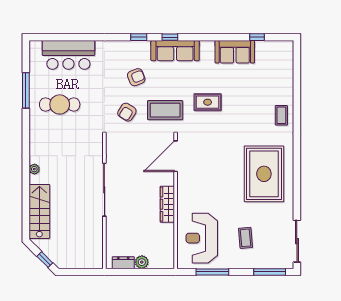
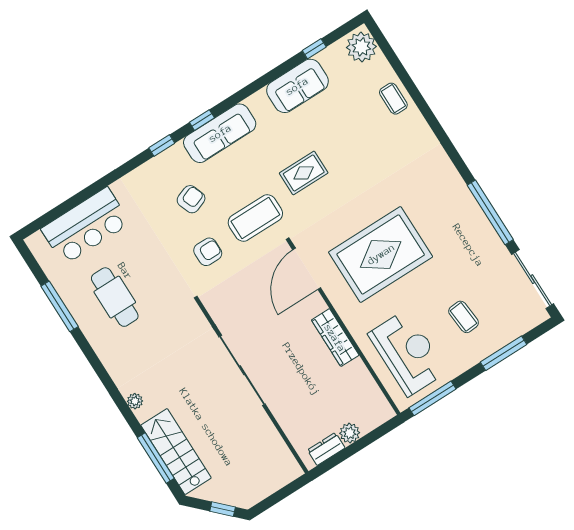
plant: (284, 53) -> (361, 47), added
cafe table: (60, 104) -> (115, 297), turned 90
armchair: (127, 112) -> (208, 252), turned -122
coffee table: (281, 115) -> (393, 99), moved
rug: (264, 174) -> (381, 254), moved, turned 90
window: (297, 189) -> (490, 212), added
window: (26, 208) -> (156, 458), added
reception desk: (202, 238) -> (407, 353), turned 180
window: (212, 272) -> (433, 398), moved
window: (270, 272) -> (504, 353), moved

